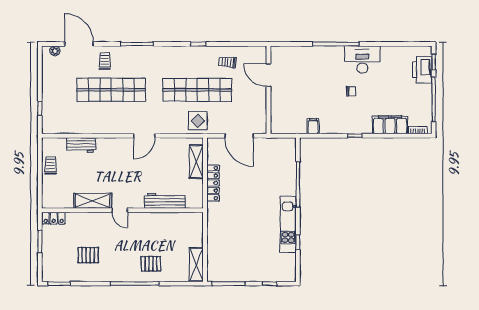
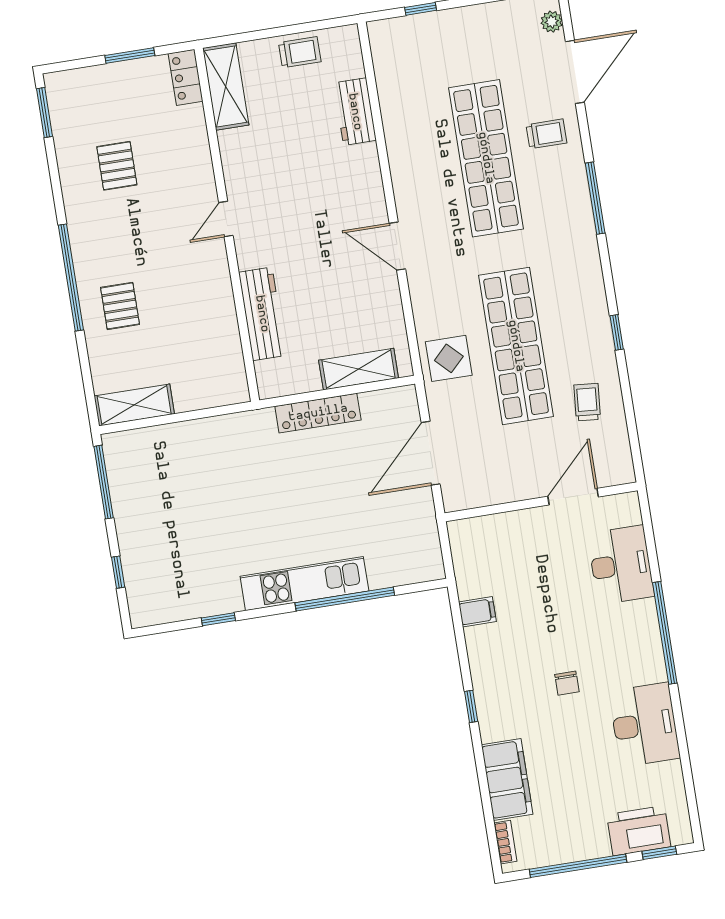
desk: (302, 59) -> (621, 565), added
desk: (362, 60) -> (645, 725), moved
shelving: (93, 201) -> (226, 87), moved
kitchen unit: (288, 224) -> (304, 584), moved

